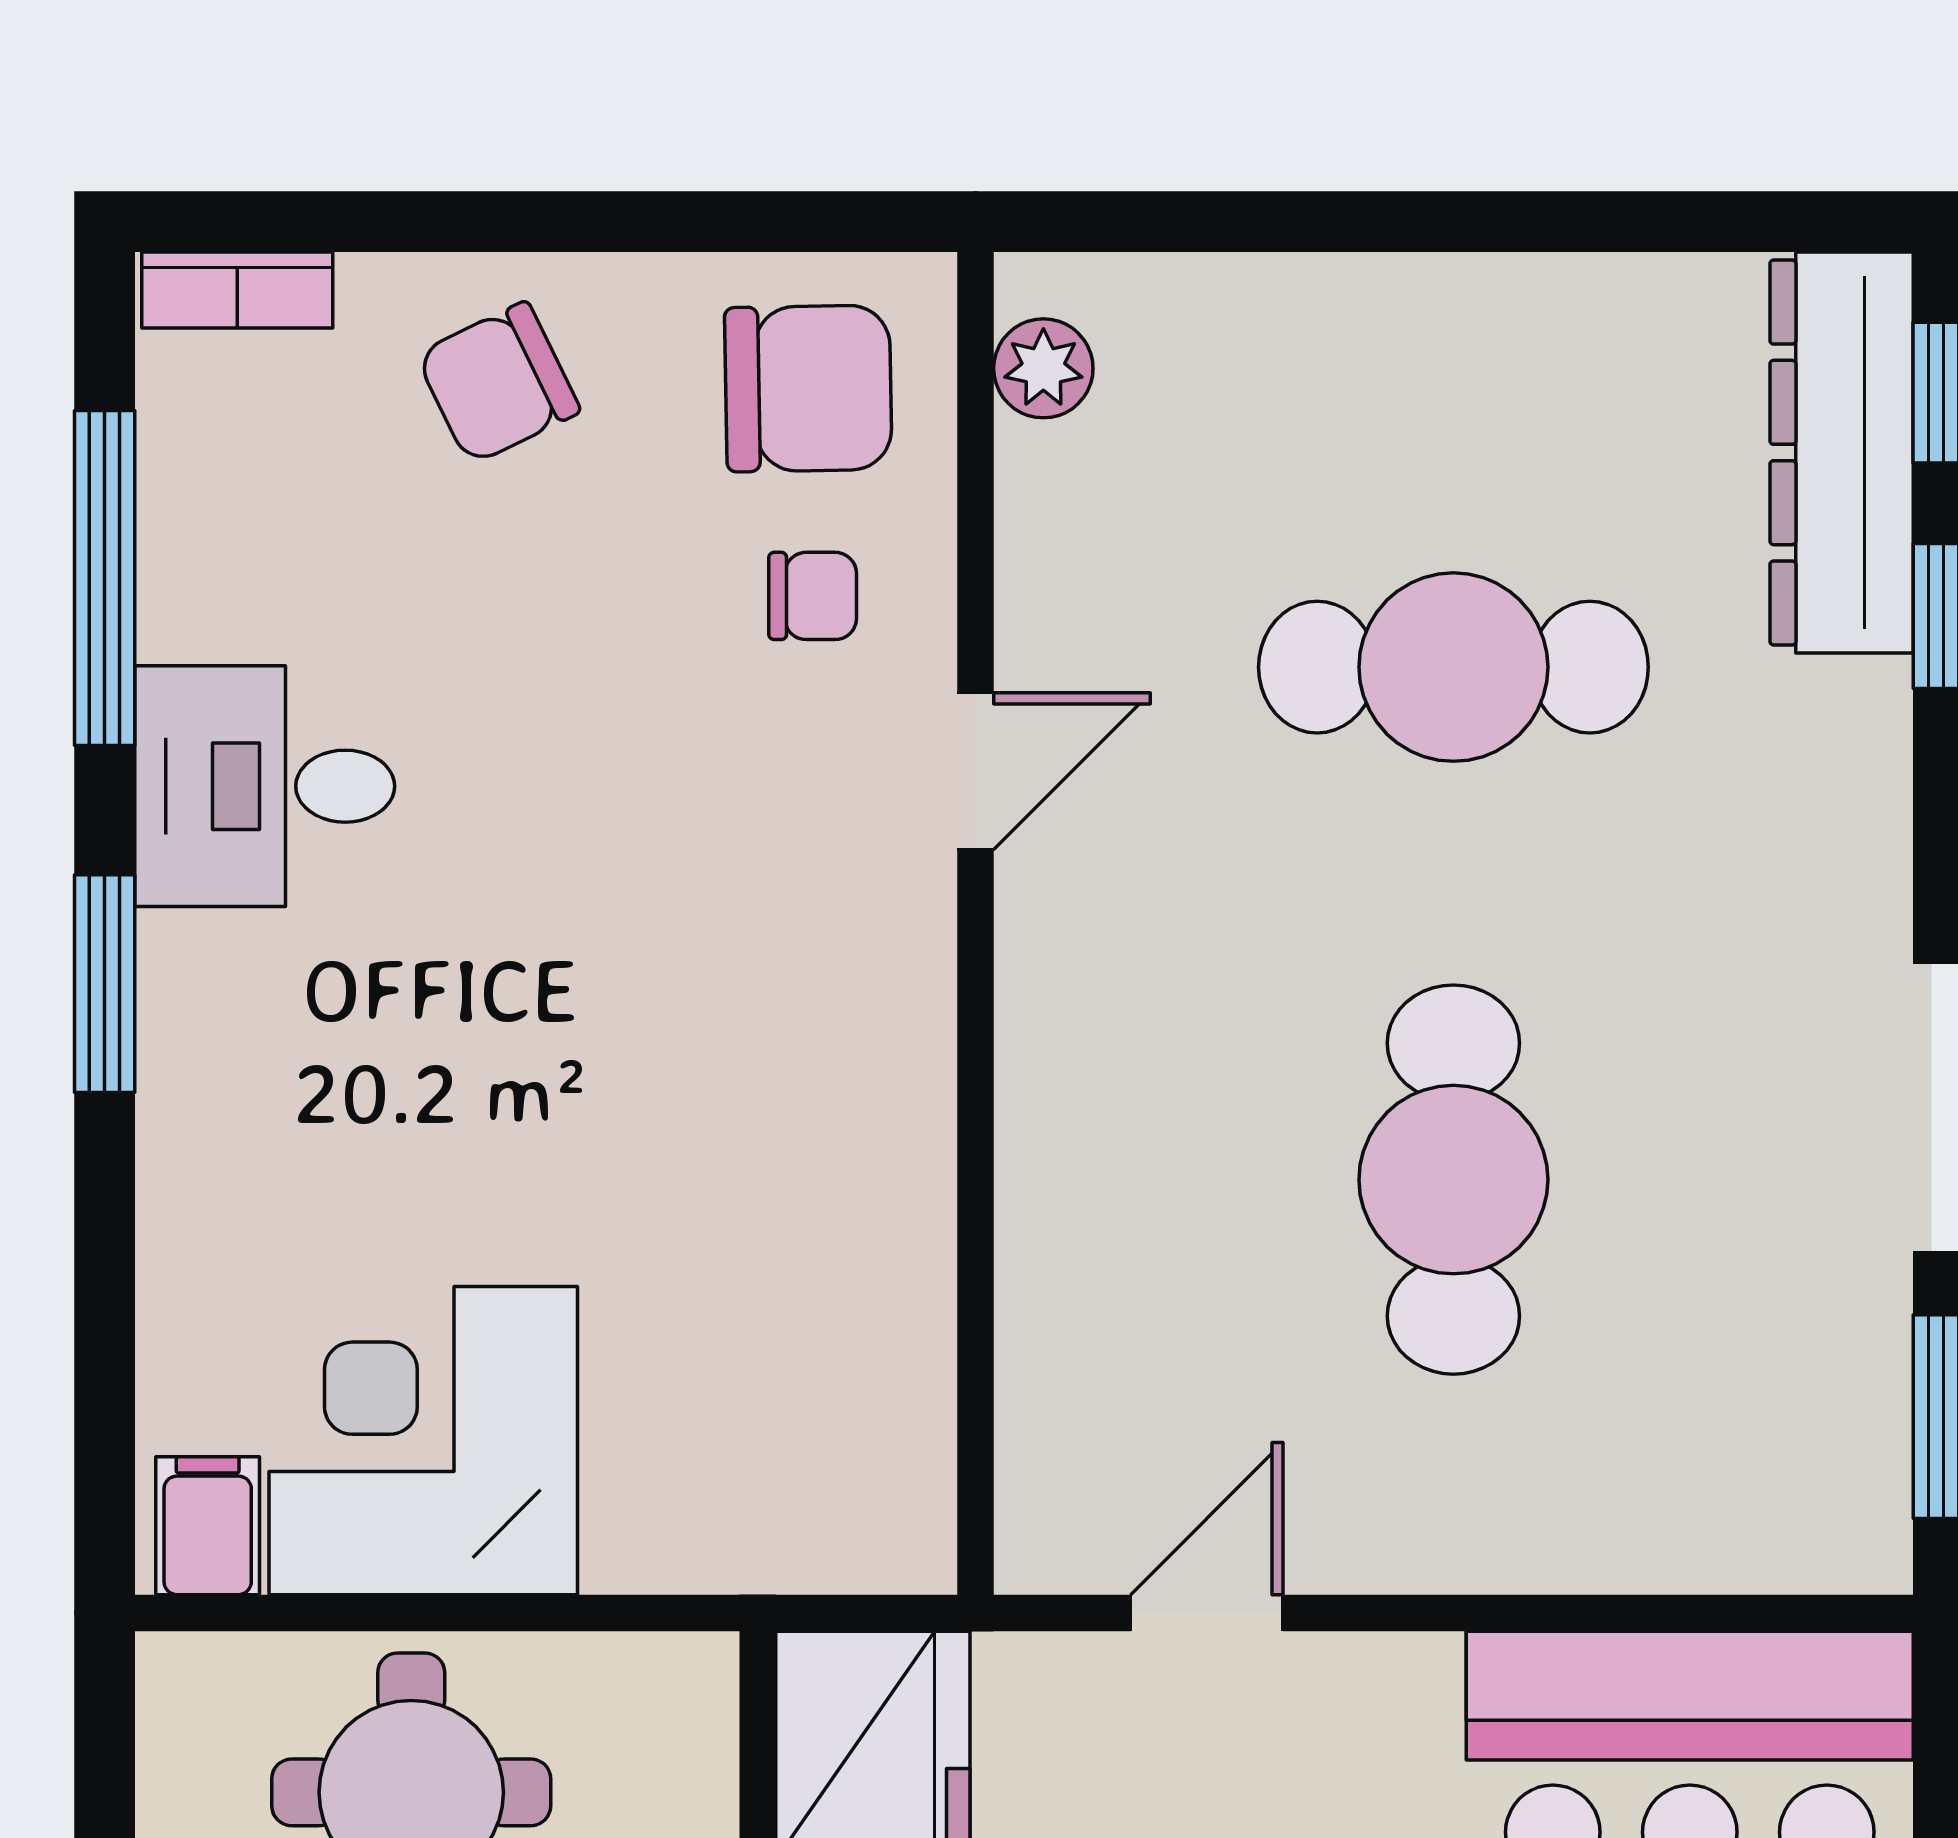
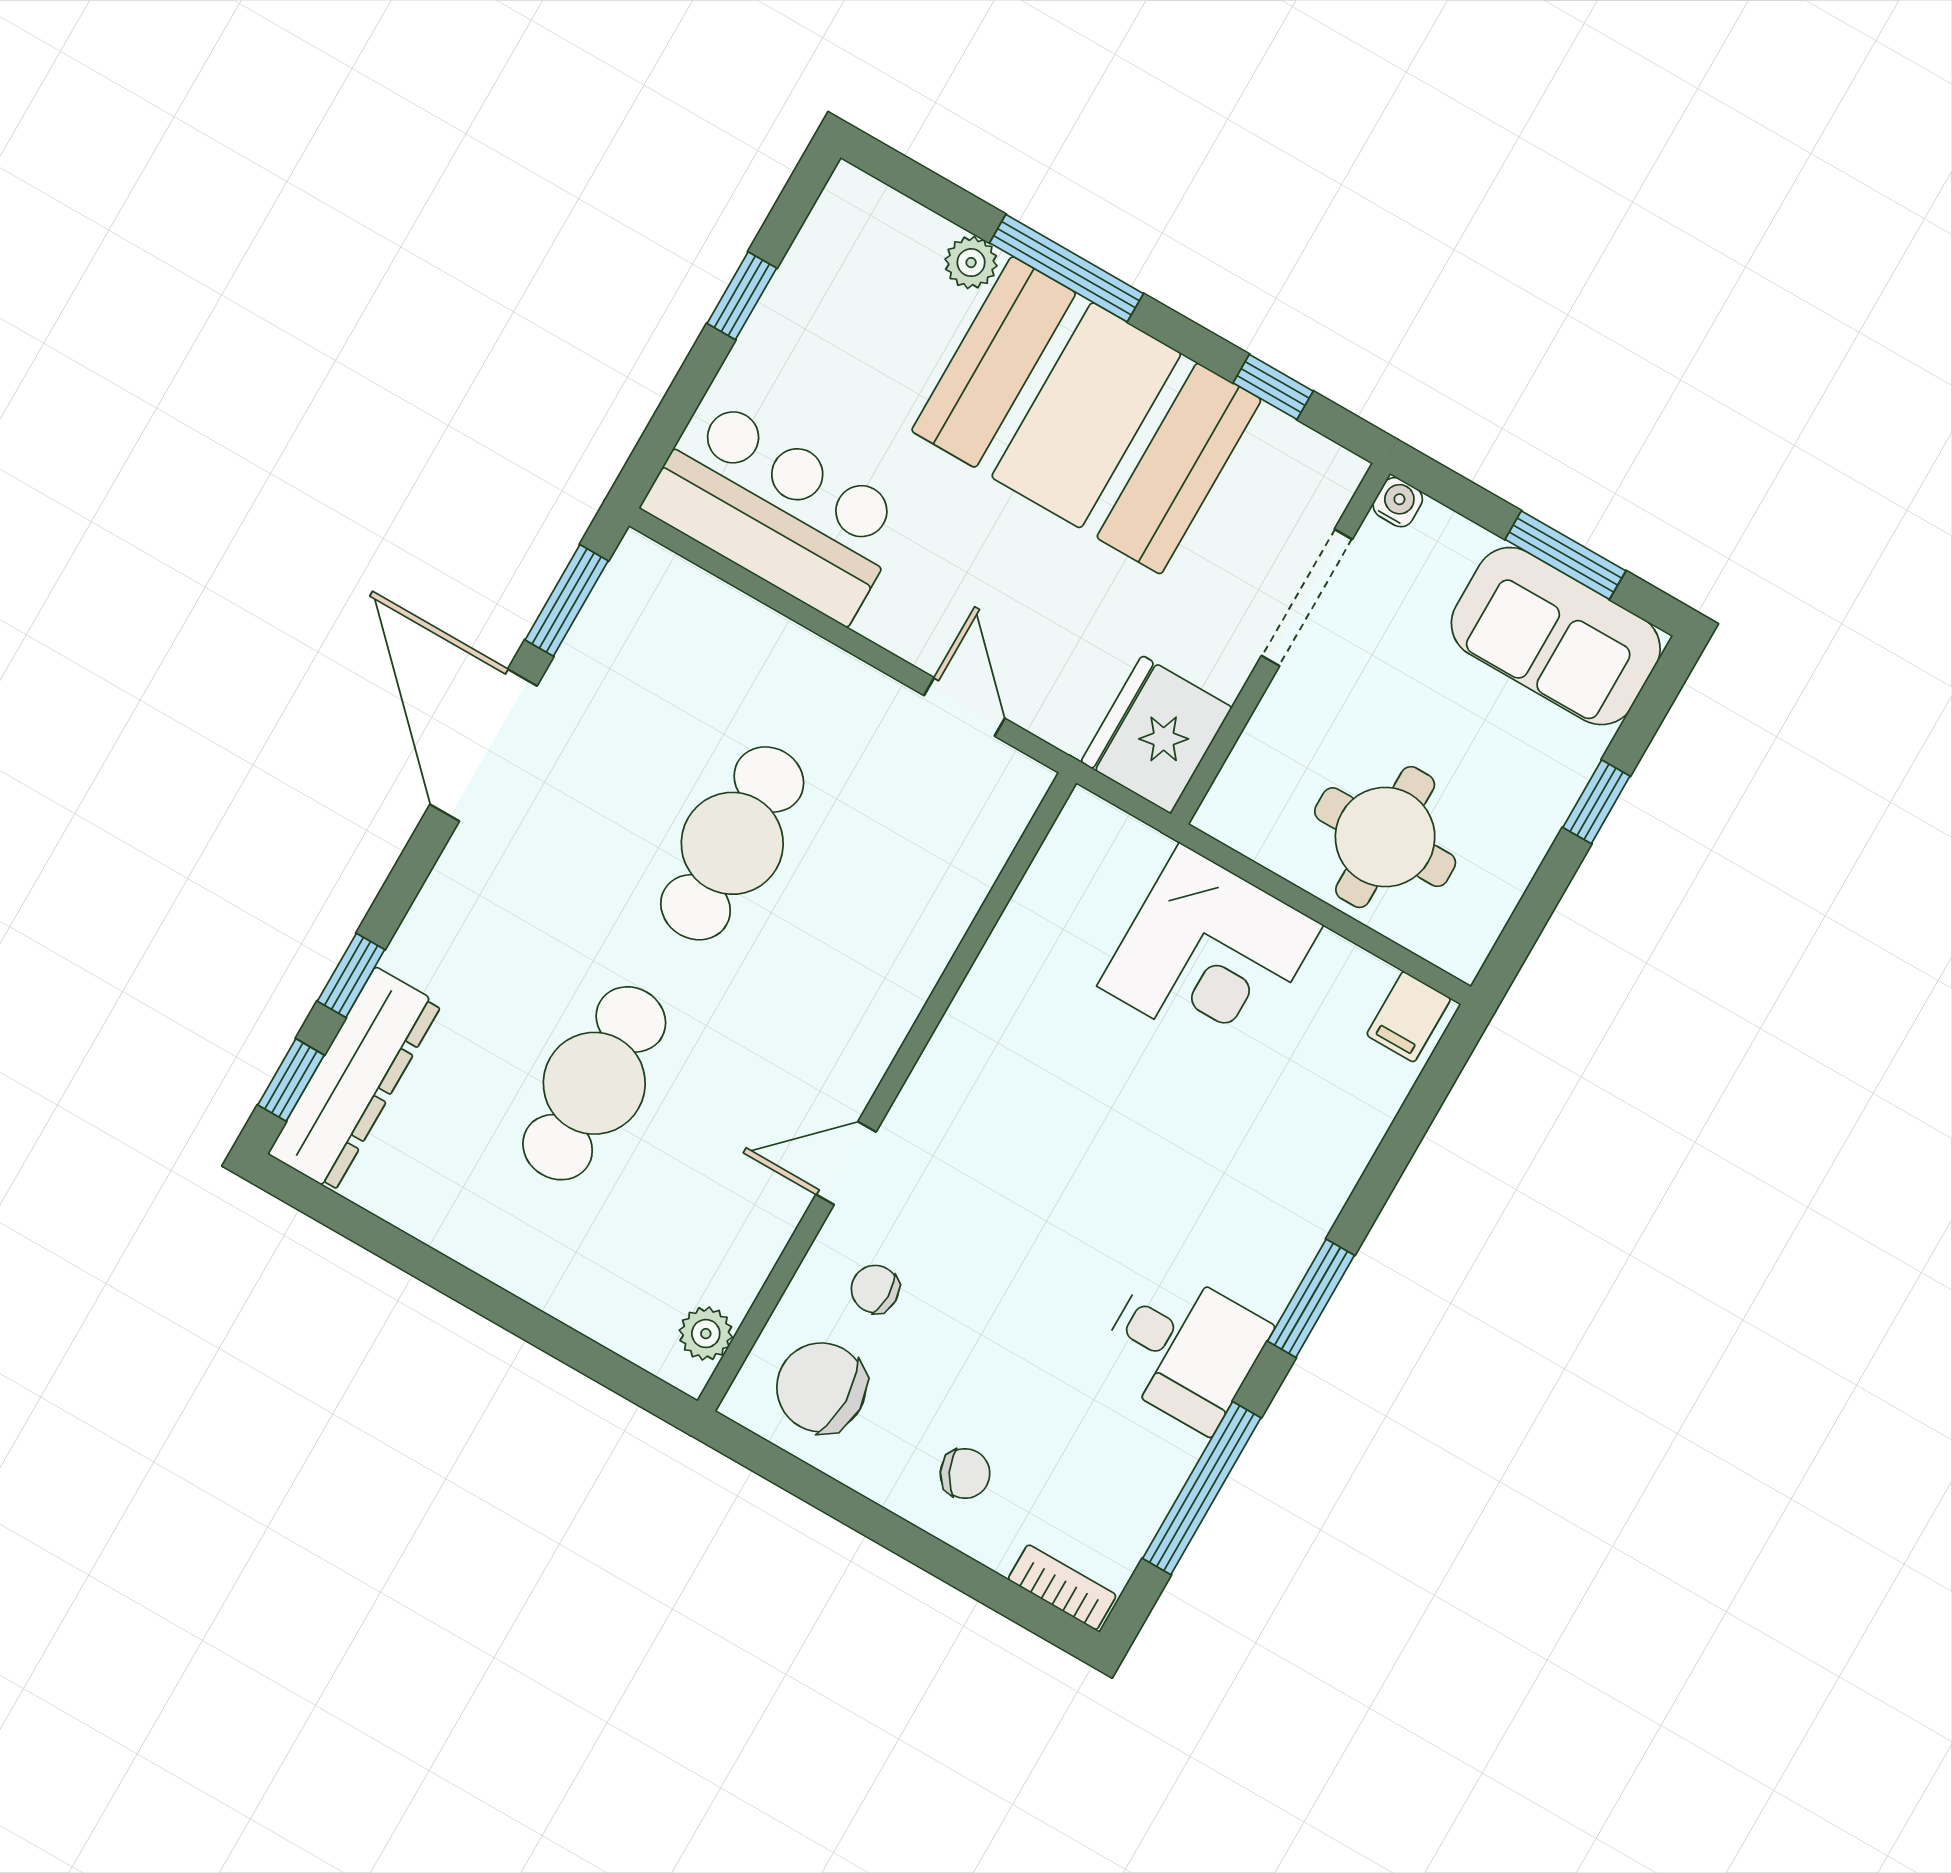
chair: (498, 383) -> (965, 1473), width x0.73, depth x0.73
cafe table: (1453, 667) -> (594, 1083), turned 90
corner desk: (423, 1441) -> (1210, 956), moved
door: (1207, 1613) -> (964, 707), swing flipped

